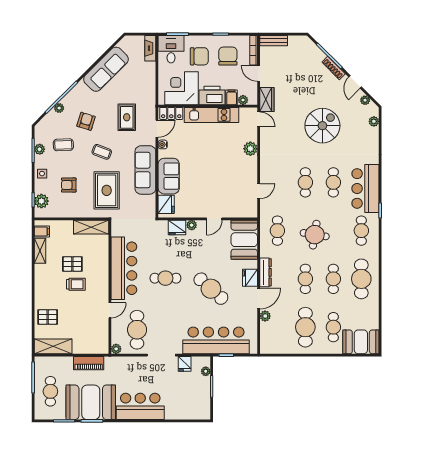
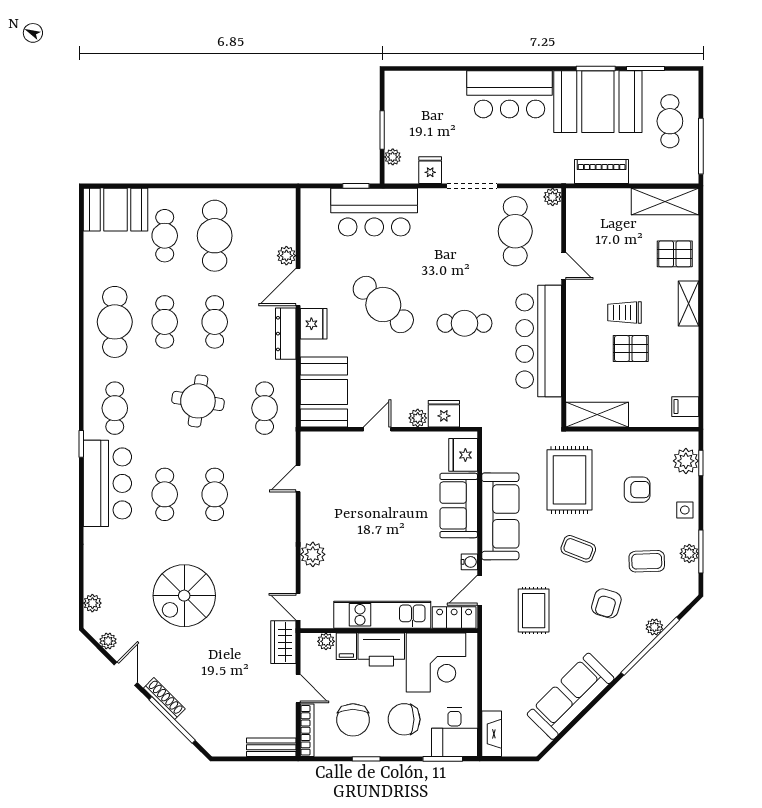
shelving: (40, 251) -> (688, 304), moved
door: (110, 310) -> (564, 266), swing flipped
bar counter: (216, 340) -> (374, 212), width x0.73

